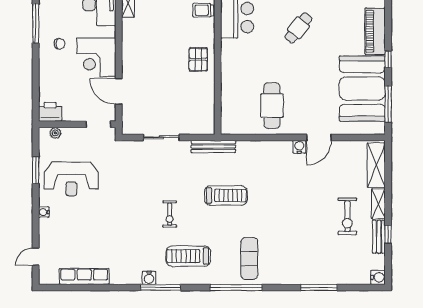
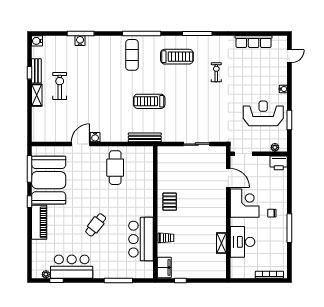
bench: (213, 147) -> (145, 137), moved
shelving: (376, 165) -> (38, 124), removed
exercise bike: (170, 214) -> (216, 72), moved
water cooler: (149, 278) -> (80, 41), moved

